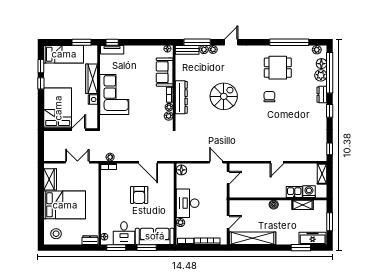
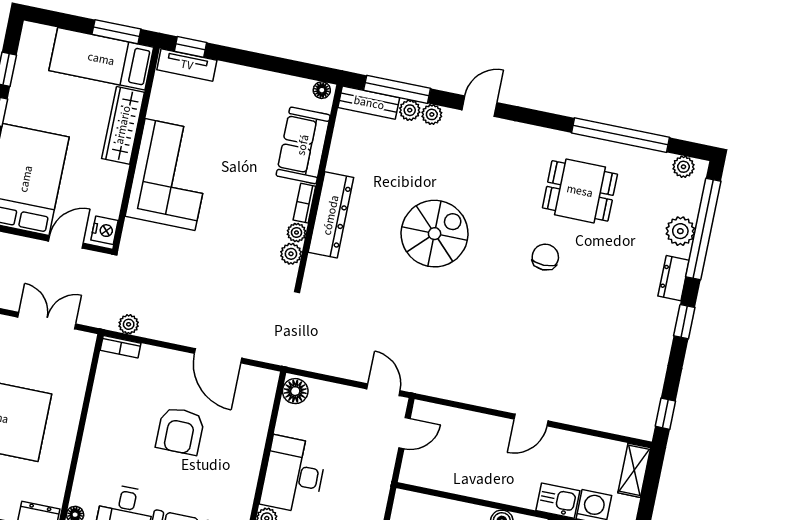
bed: (64, 54) -> (101, 59), moved, turned 180
floor lamp: (321, 64) -> (688, 203), removed
nightstand: (93, 99) -> (105, 230), moved

